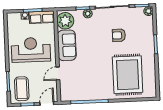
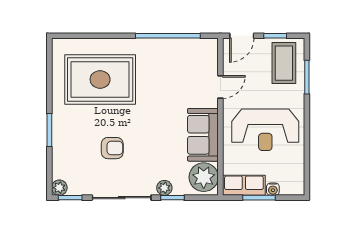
rug: (128, 75) -> (100, 79), turned 90

